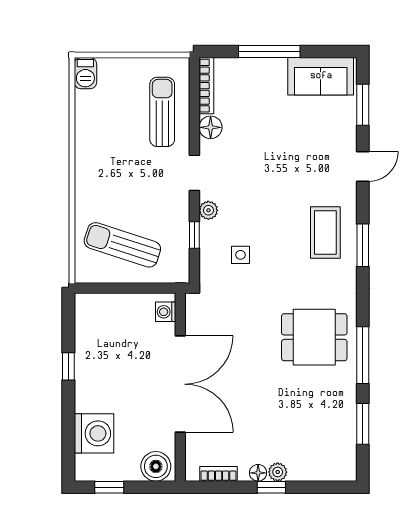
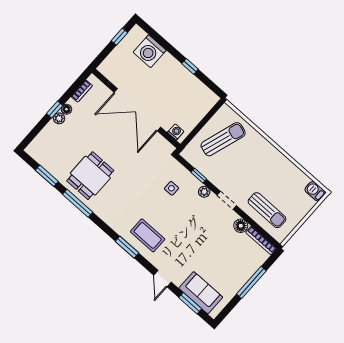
sofa: (321, 76) -> (201, 293), moved, turned 90
dining table: (314, 337) -> (90, 176), moved
boiler: (156, 466) -> (110, 66), removed

